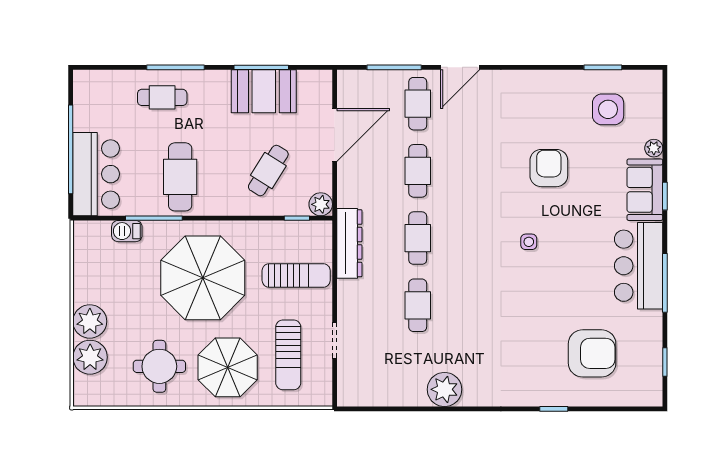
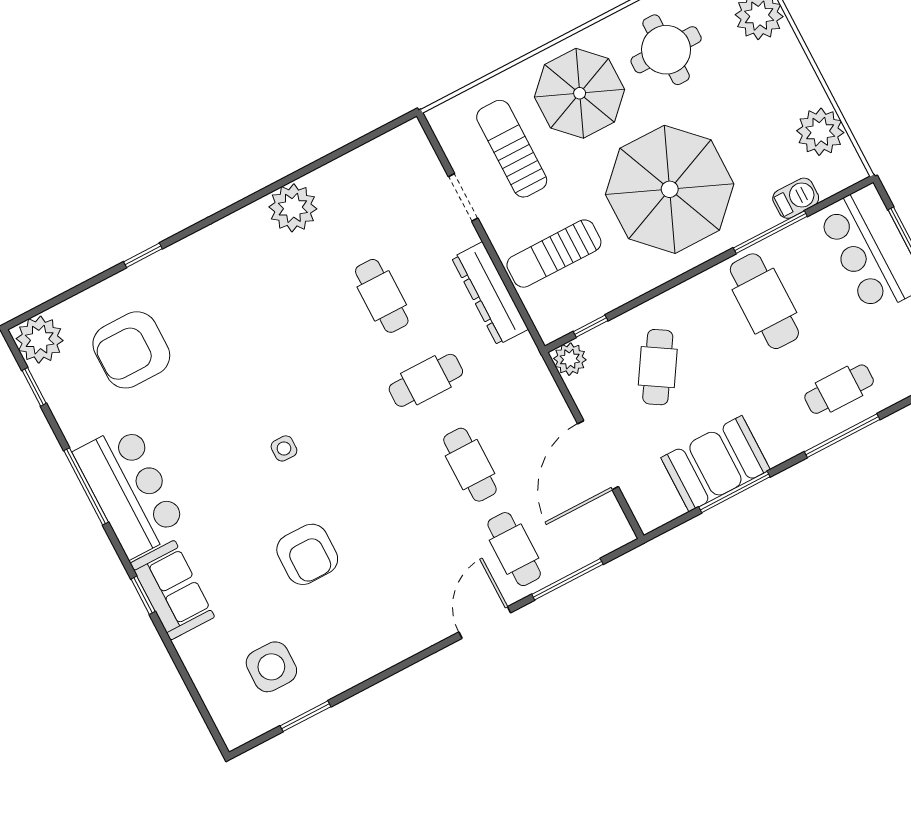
plant: (654, 148) -> (40, 340), moved, width x1.88, depth x1.88
cafe table: (418, 238) -> (426, 380), turned 90
dresser: (349, 243) -> (490, 294), moved
plant: (90, 321) -> (820, 132), moved

